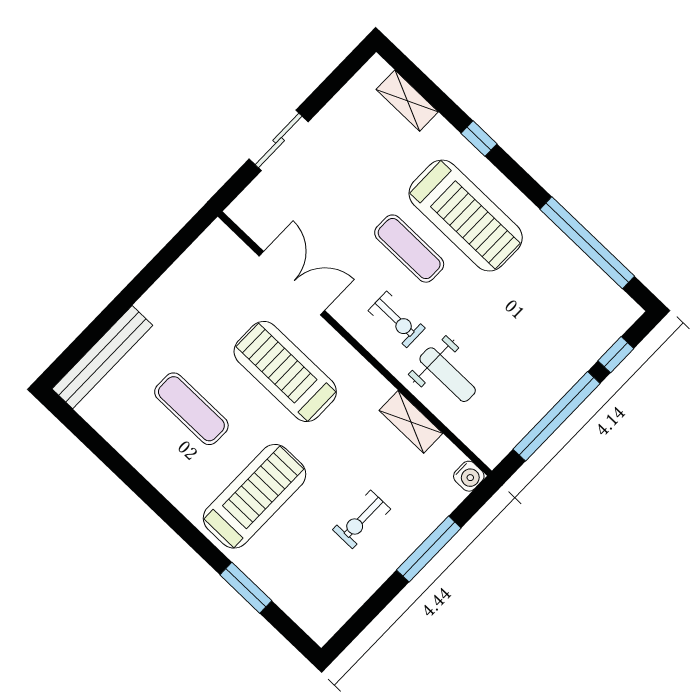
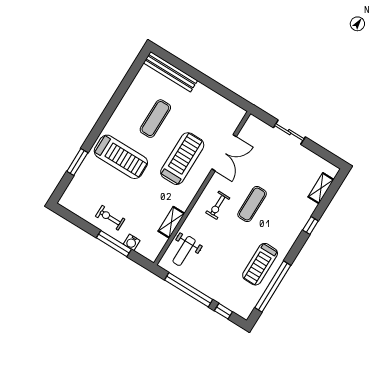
treadmill: (466, 216) -> (260, 264), moved, width x0.73, depth x0.73
weight bench: (448, 375) -> (184, 251), moved
water cooler: (469, 476) -> (132, 242), moved
exercise bike: (362, 519) -> (110, 218), moved

